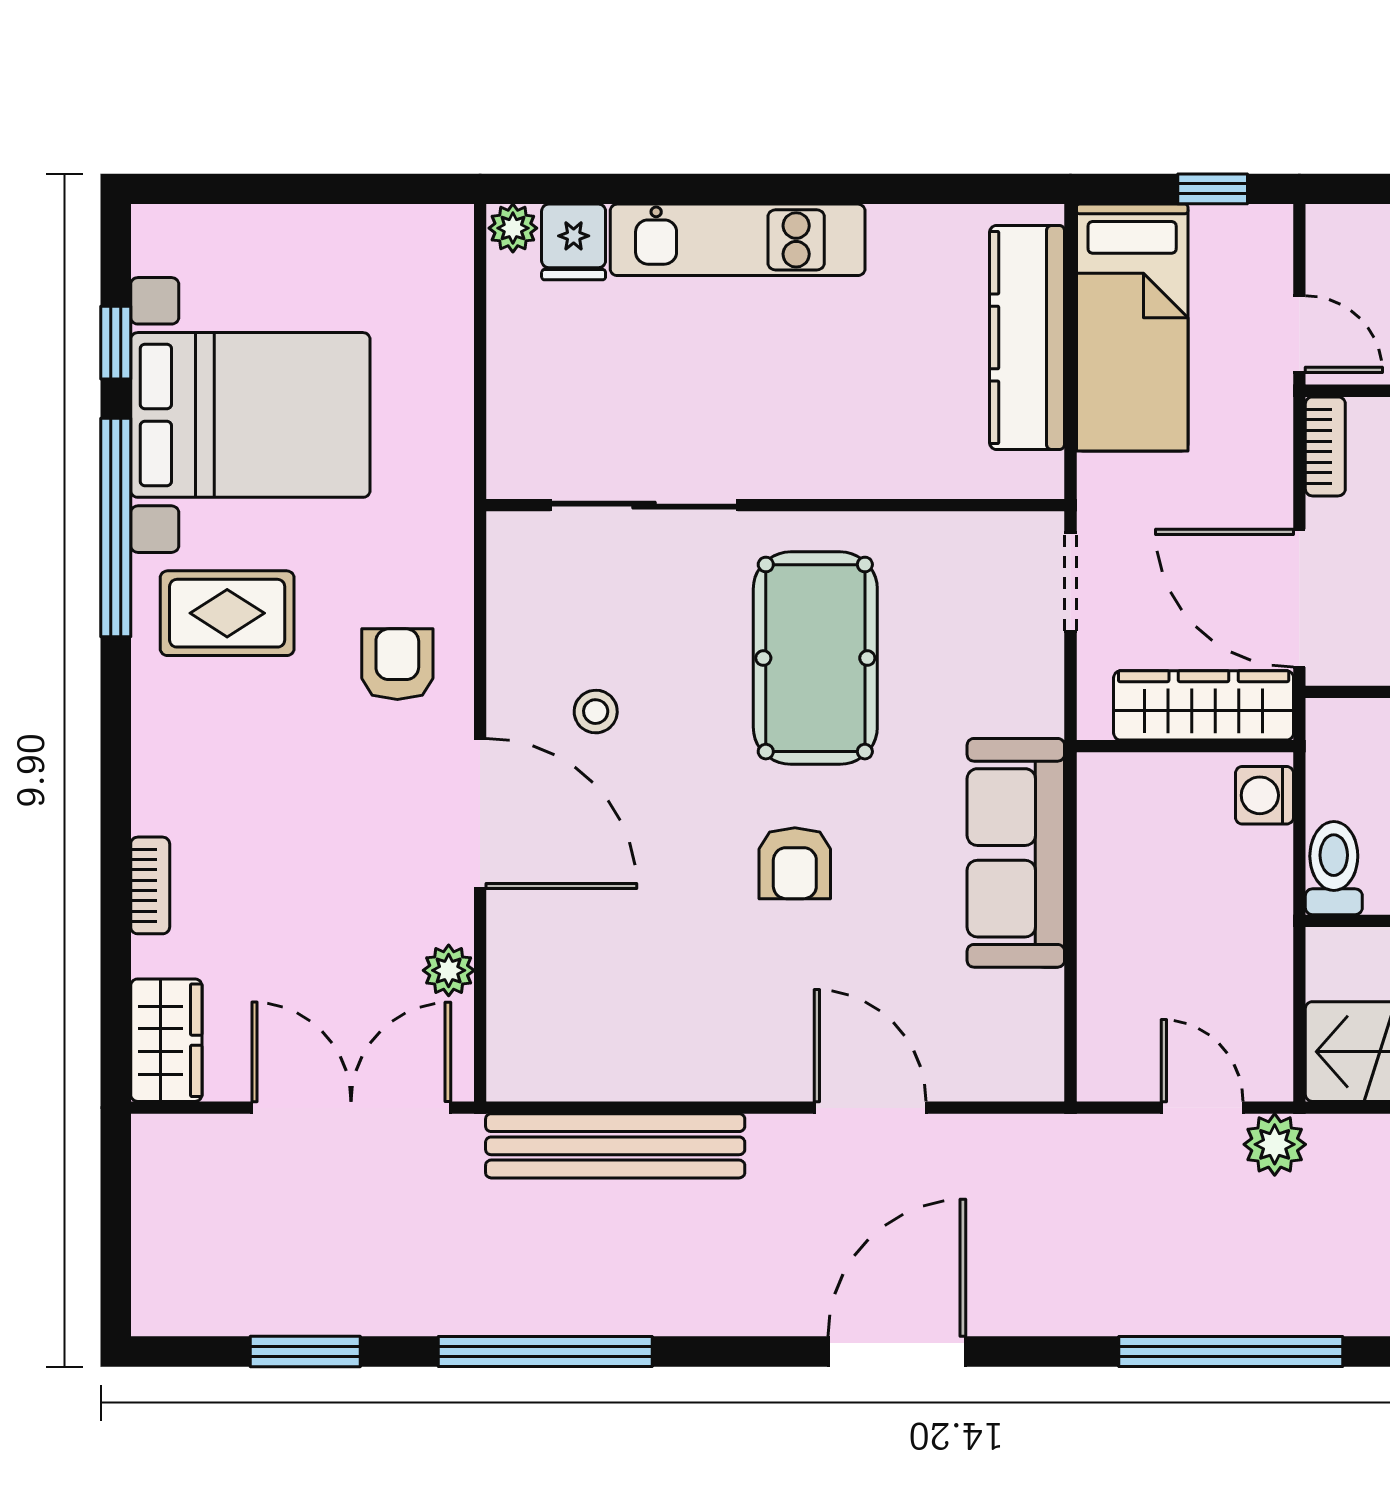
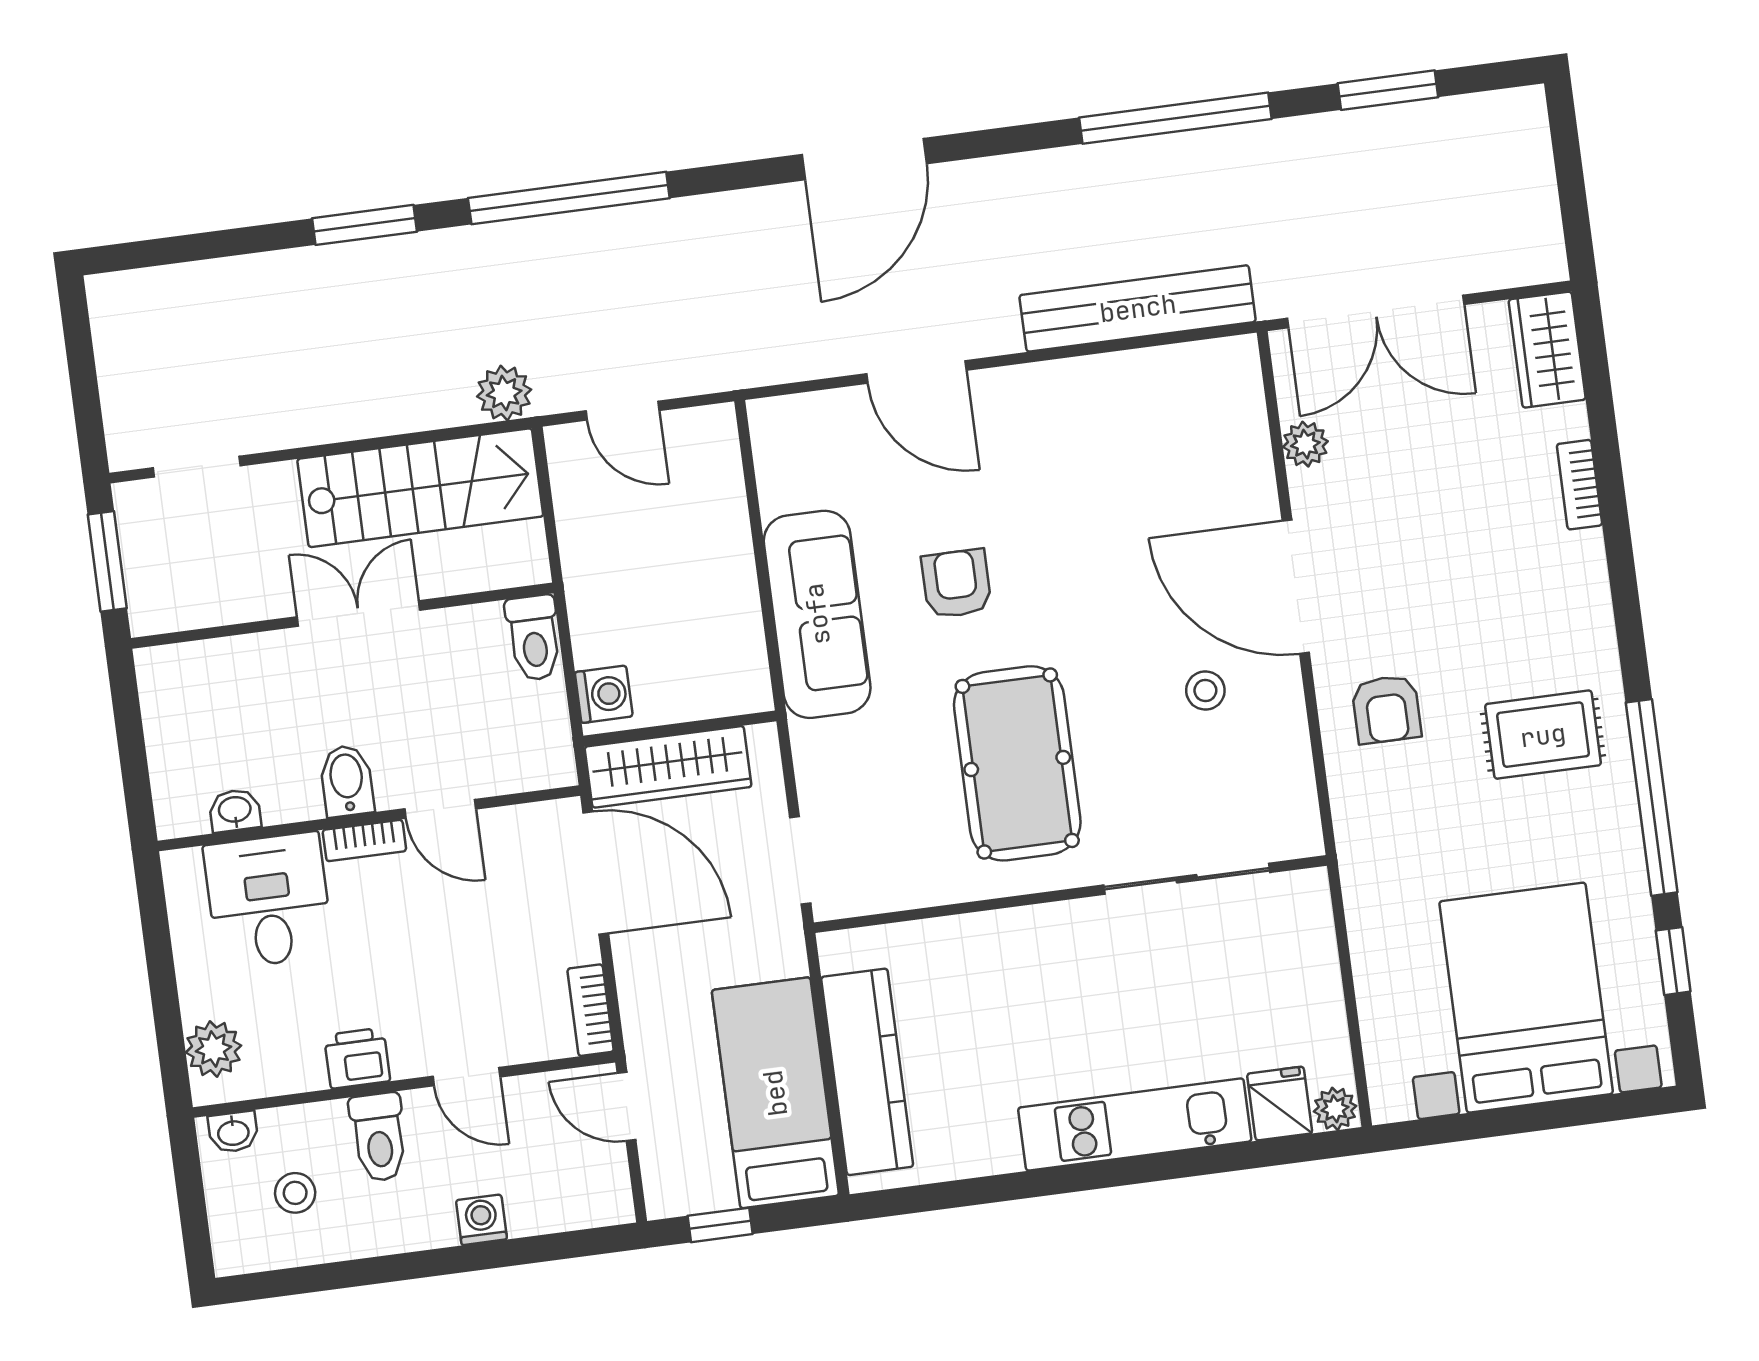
bed with nightstands: (250, 415) -> (1526, 998), moved, turned 90
armchair: (795, 863) -> (956, 584), moved
plant: (1275, 1144) -> (504, 393), moved

